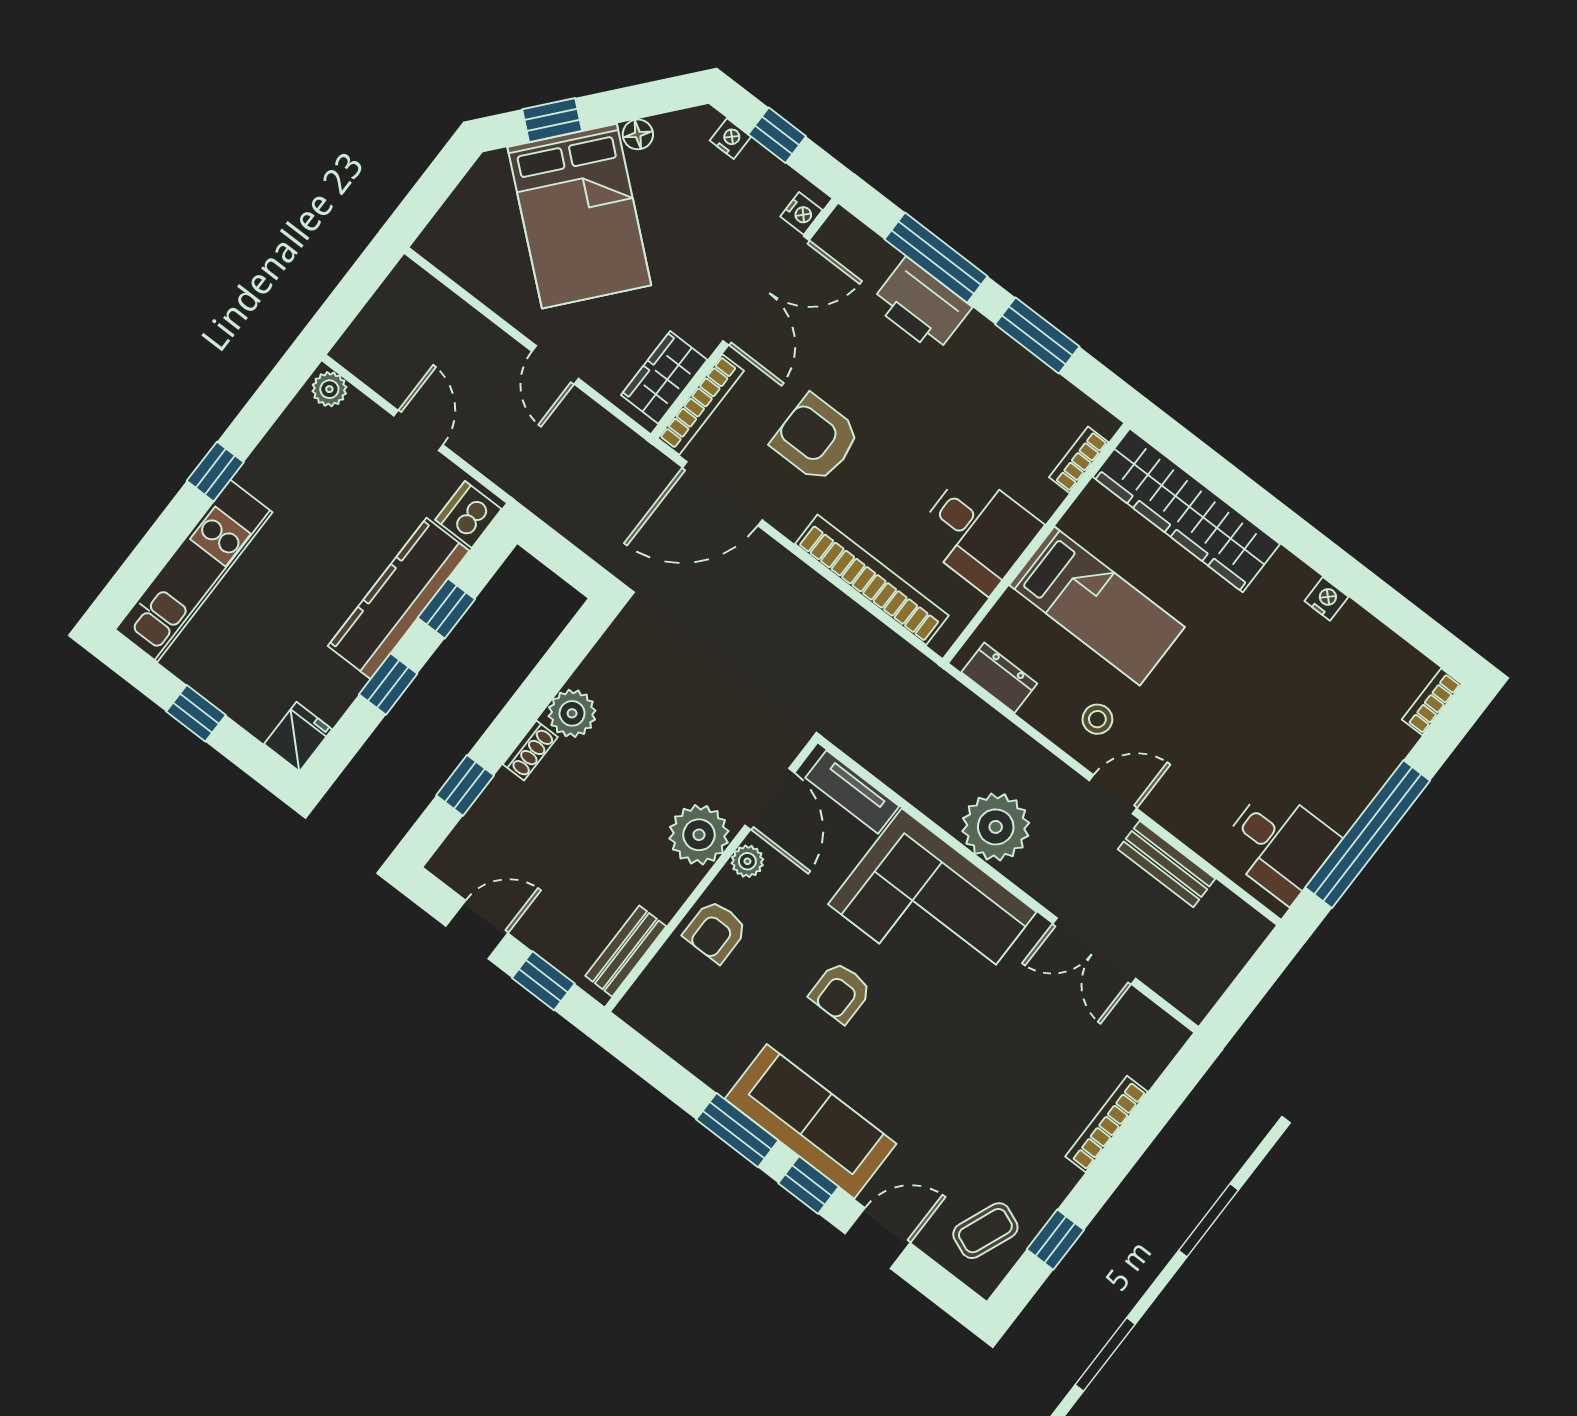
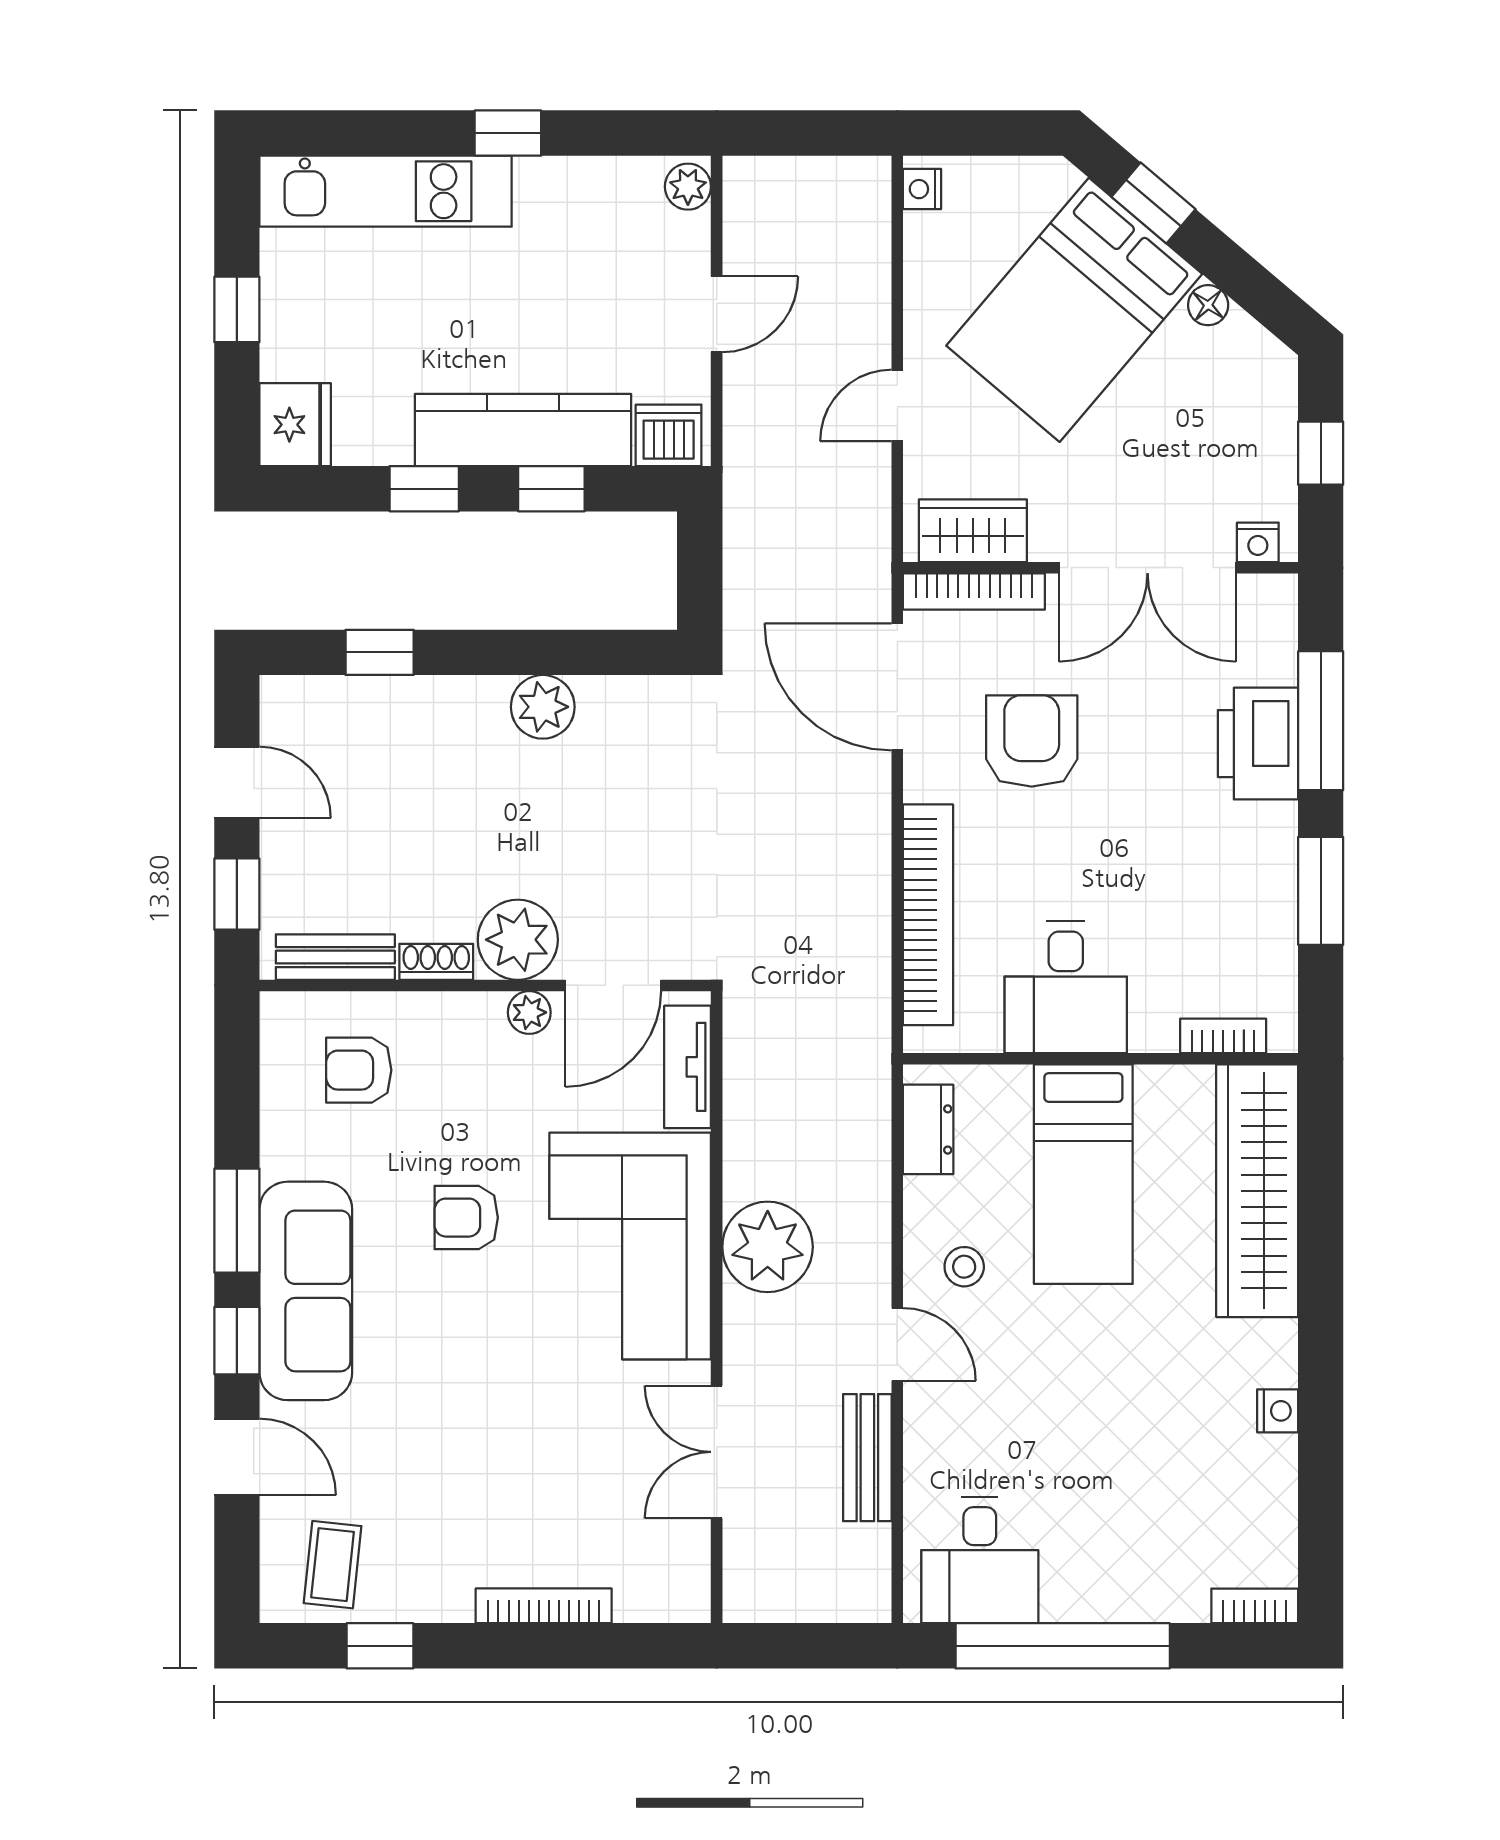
nightstand: (730, 139) -> (922, 189), moved, turned 180
fridge: (298, 737) -> (295, 425), width x1.38
shoe rack: (530, 751) -> (436, 962), moved, turned 180
armchair: (715, 931) -> (359, 1070), moved
coffee table: (985, 1231) -> (333, 1565), turned 74

